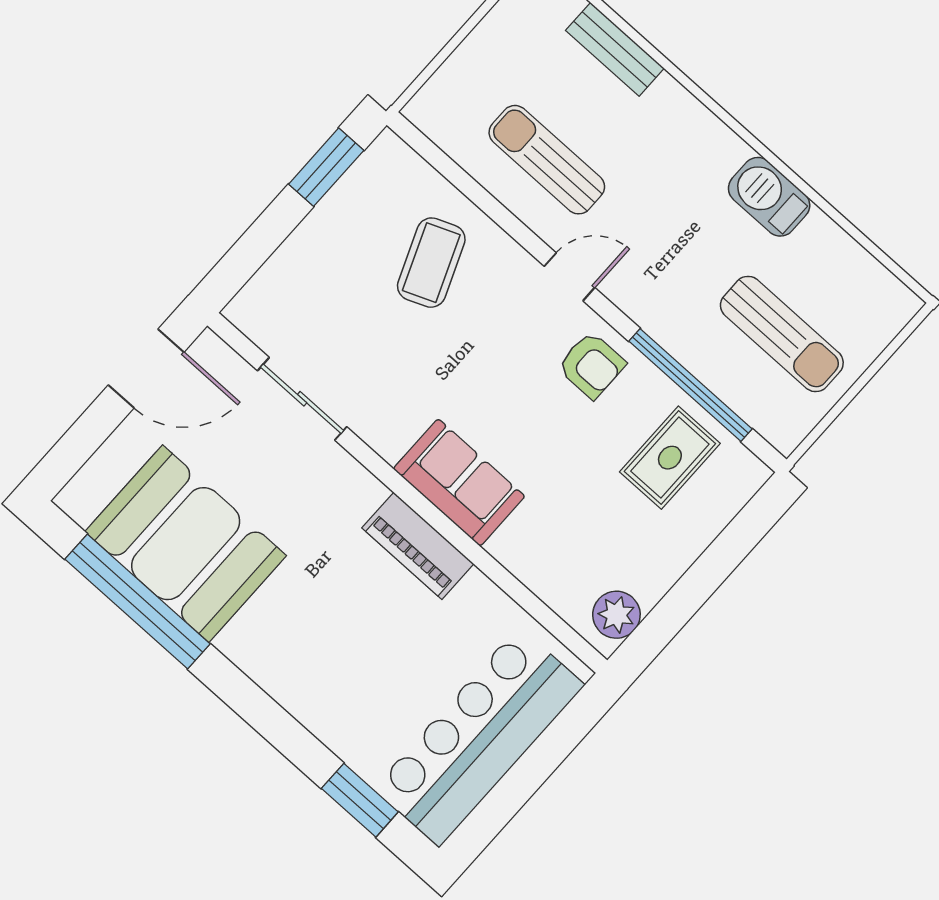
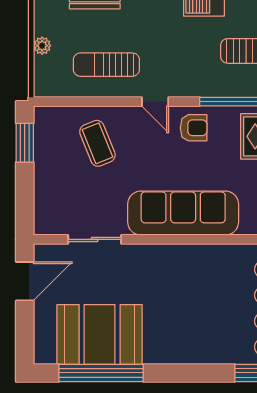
plant: (478, 48) -> (42, 46), added
door: (570, 277) -> (155, 102), swing flipped
sofa: (459, 482) -> (183, 213), width x1.85, depth x1.27
piano: (418, 546) -> (189, 256), removed

